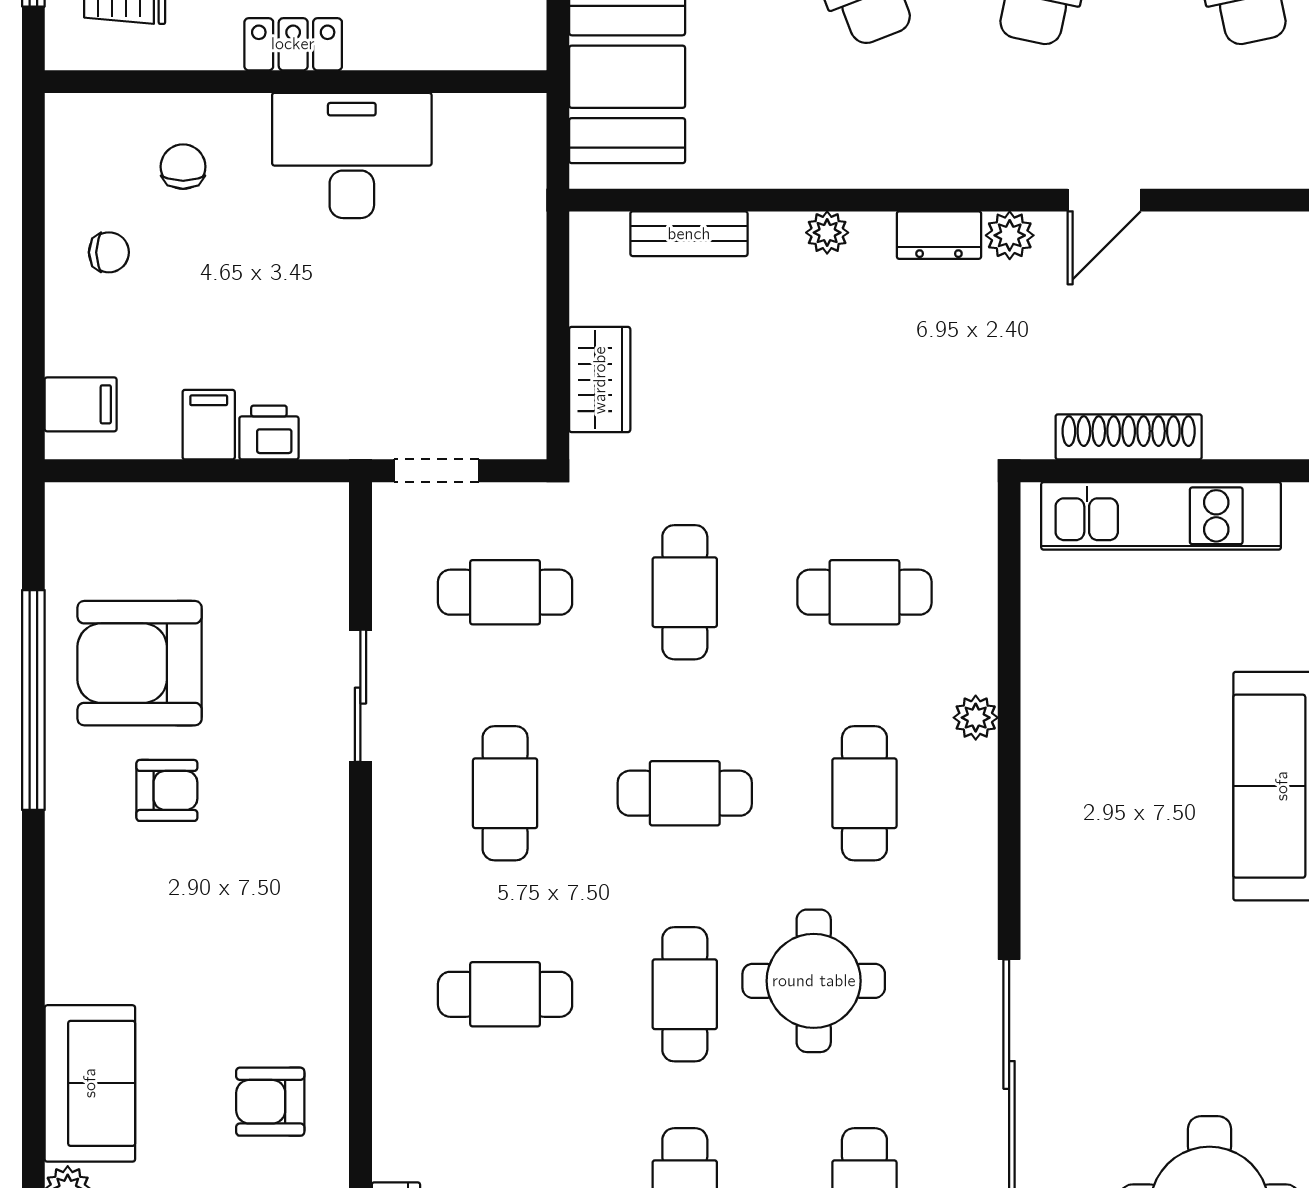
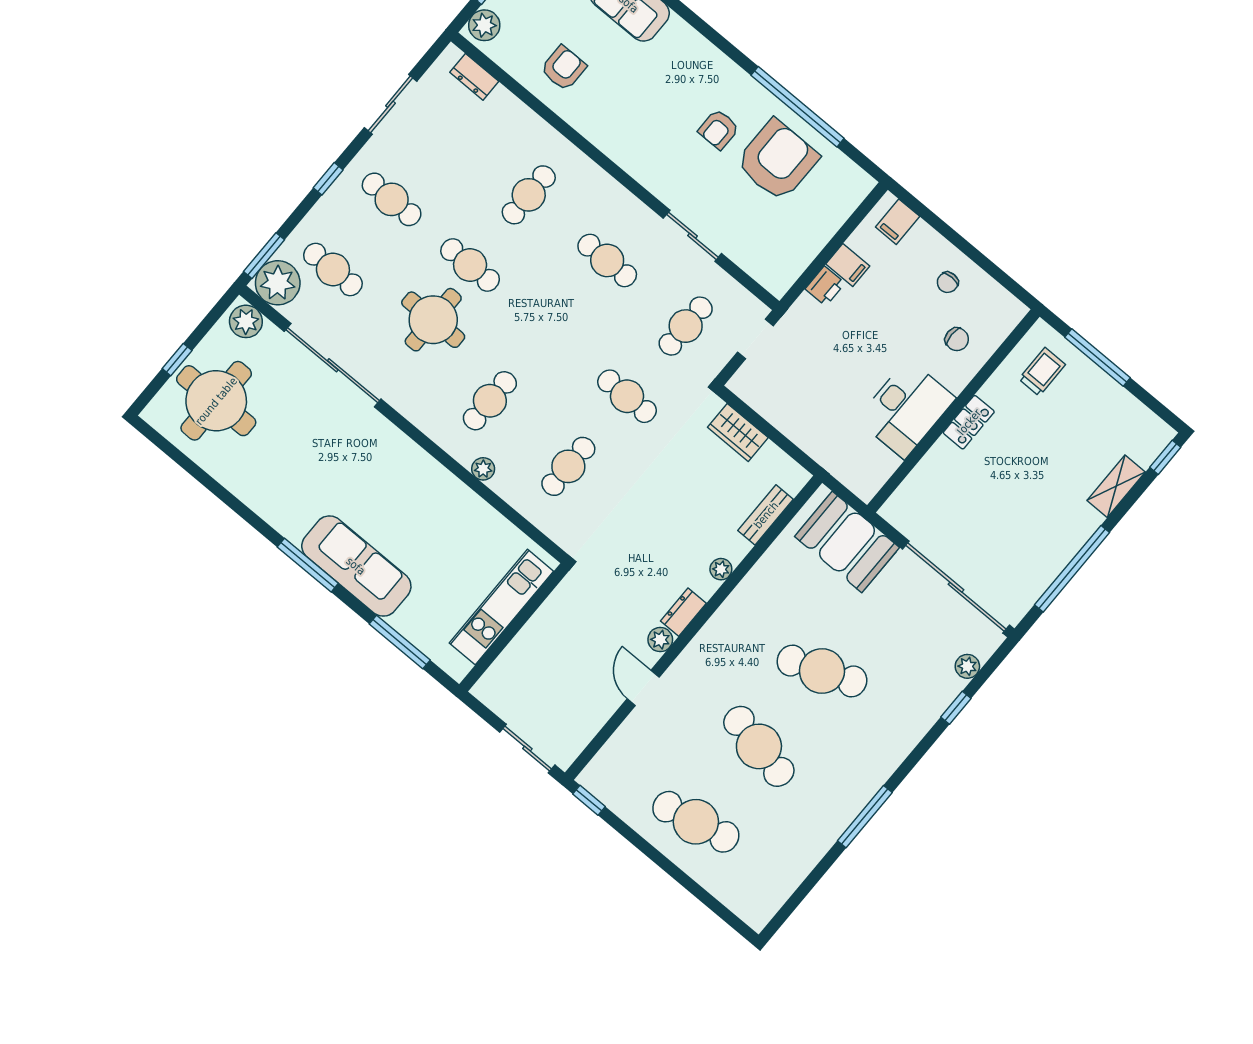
shoe rack: (1129, 437) -> (543, 620), removed
cafe table: (685, 793) -> (549, 331), removed
cafe table: (864, 793) -> (490, 401), turned 90

